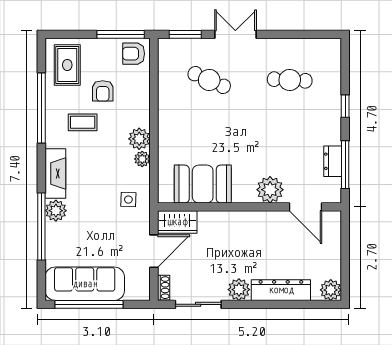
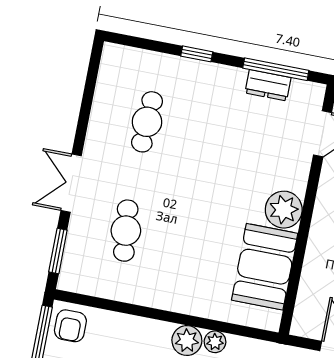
cafe table: (209, 80) -> (126, 231), turned -30
plant: (270, 190) -> (284, 210), moved
wardrobe: (177, 222) -> (309, 311), removed

